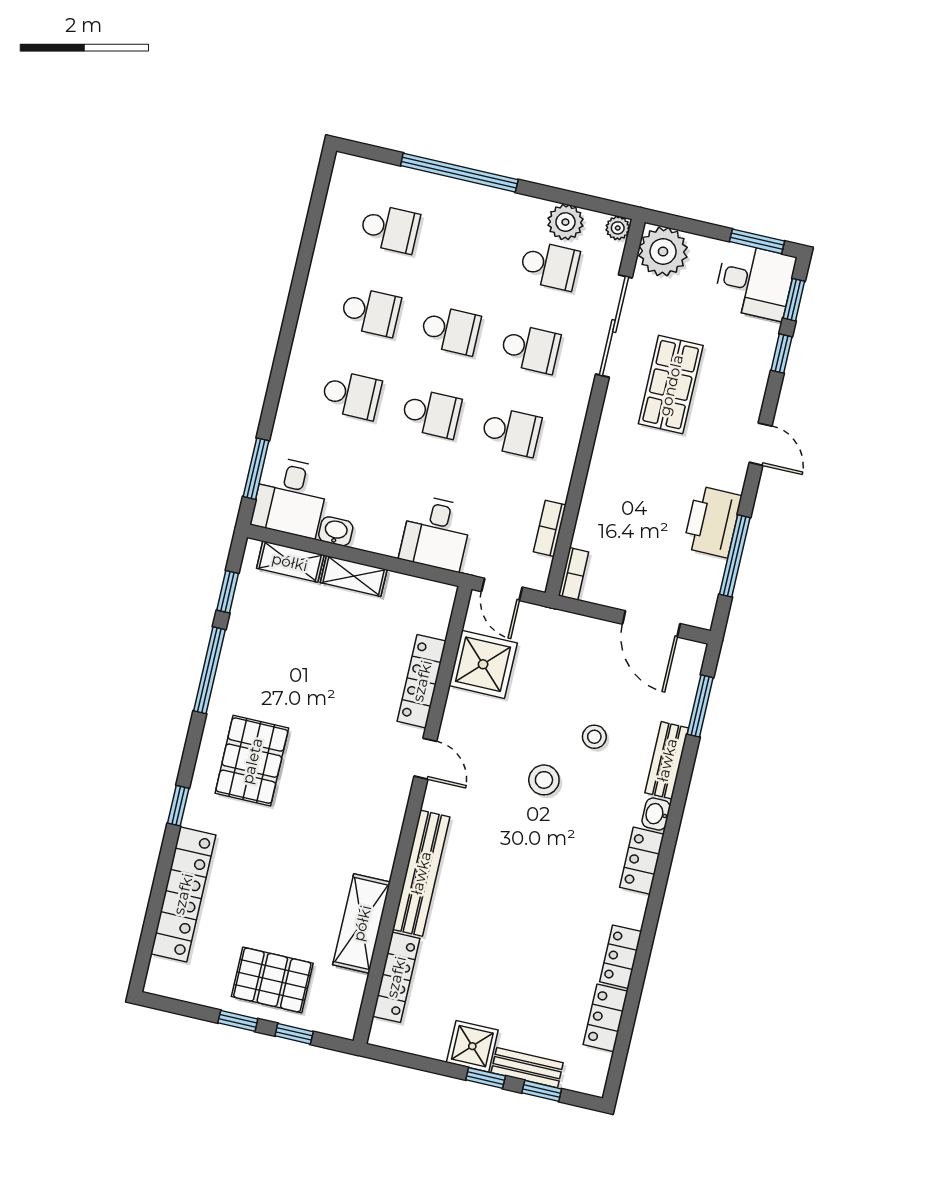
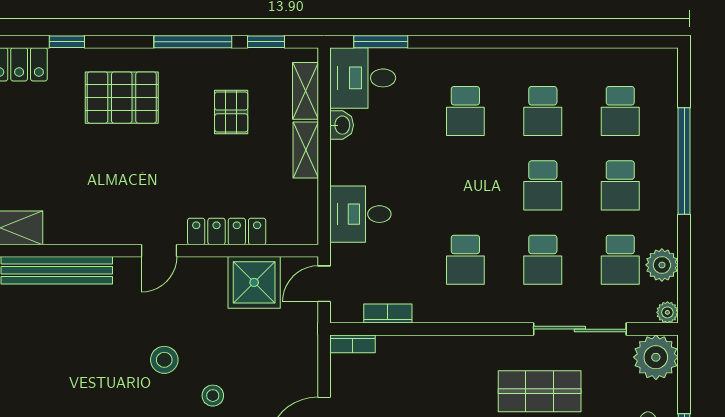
school desk: (431, 413) -> (620, 185), moved
pallet: (294, 647) -> (231, 112), added

